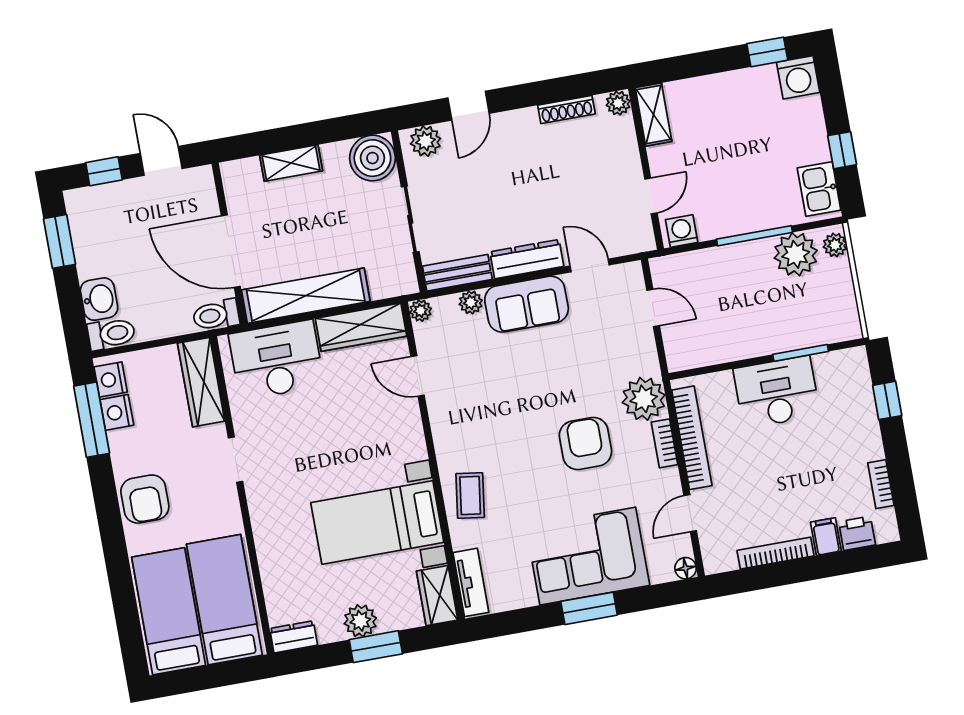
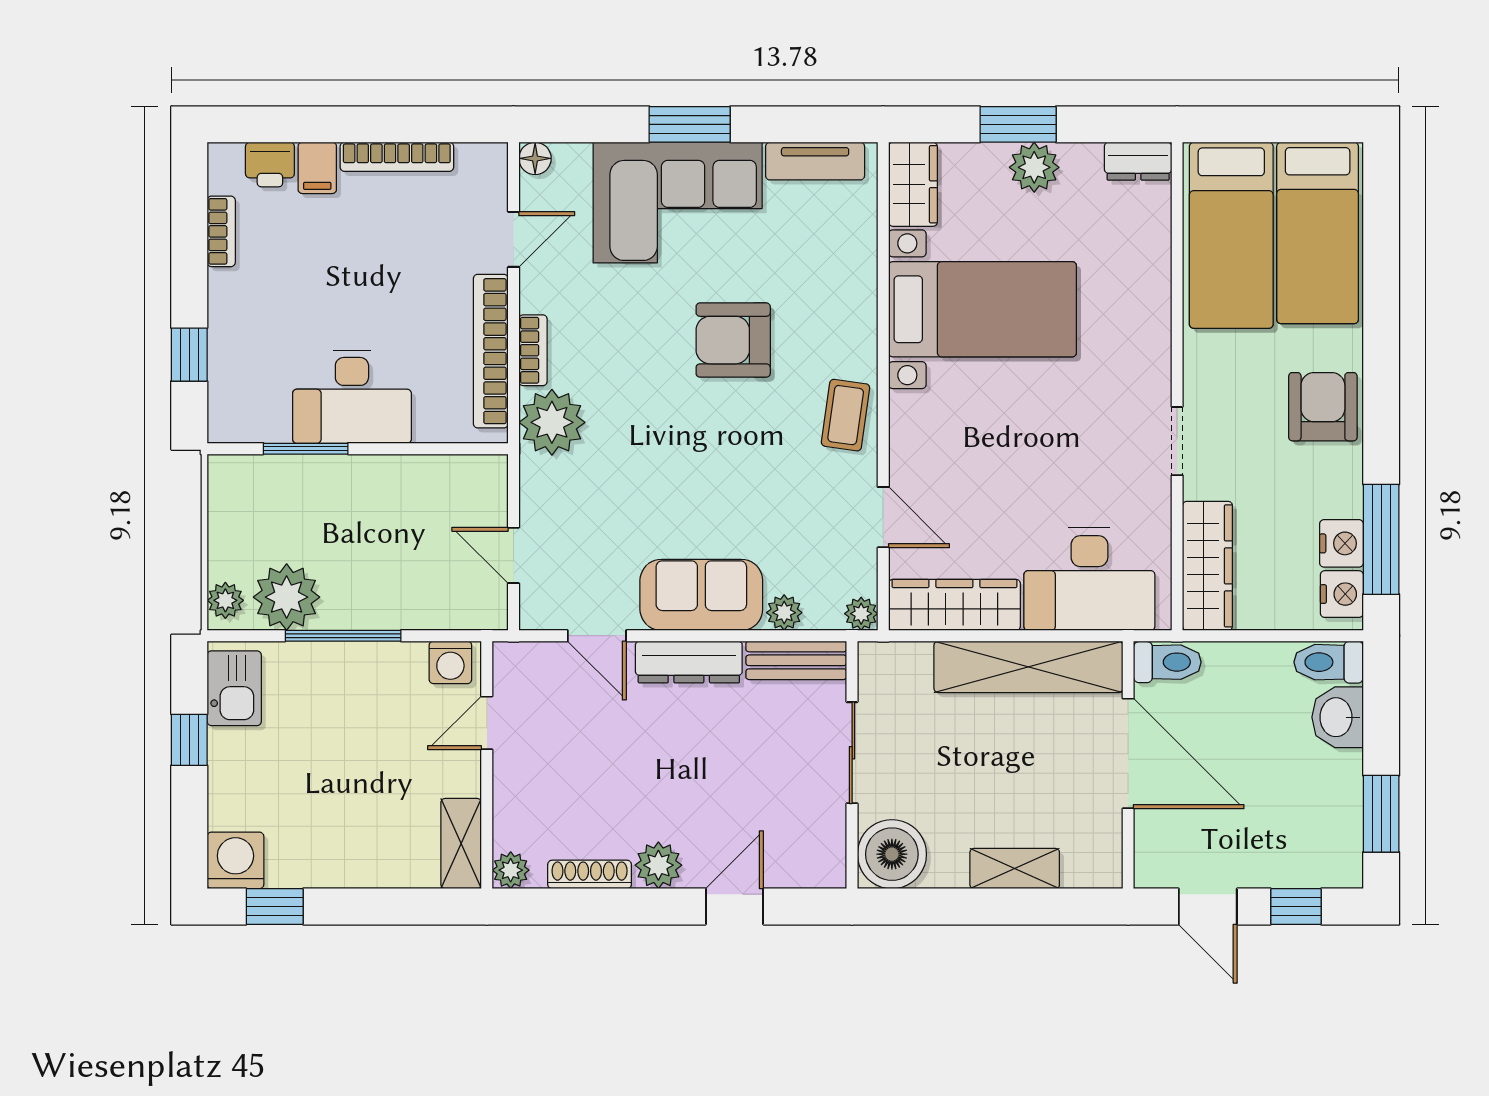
plant: (426, 141) -> (658, 865), moved
armchair: (585, 444) -> (733, 340), moved, turned 90
coffee table: (470, 495) -> (846, 415), moved
tv unit: (471, 582) -> (815, 161), moved, turned -90

